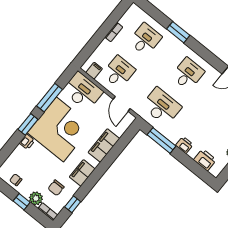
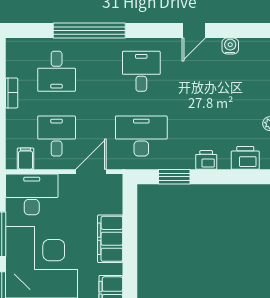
window: (178, 32) -> (89, 30), width x2.11
desk: (145, 39) -> (57, 71), turned 180
door: (122, 104) -> (91, 172), swing flipped
window: (161, 140) -> (174, 177), width x0.69

